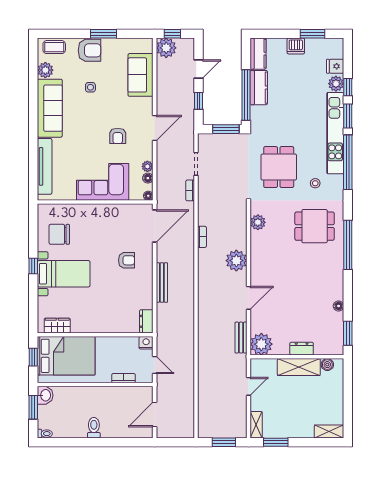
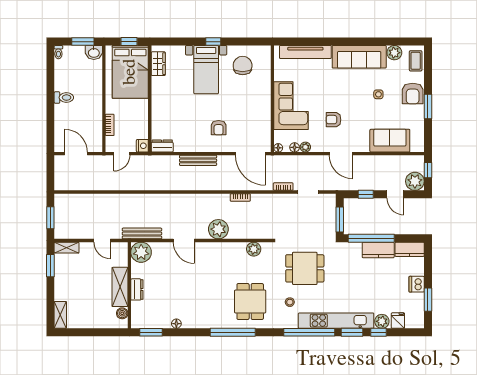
plant: (166, 48) -> (415, 181), moved
bench: (241, 338) -> (142, 233), width x1.36

